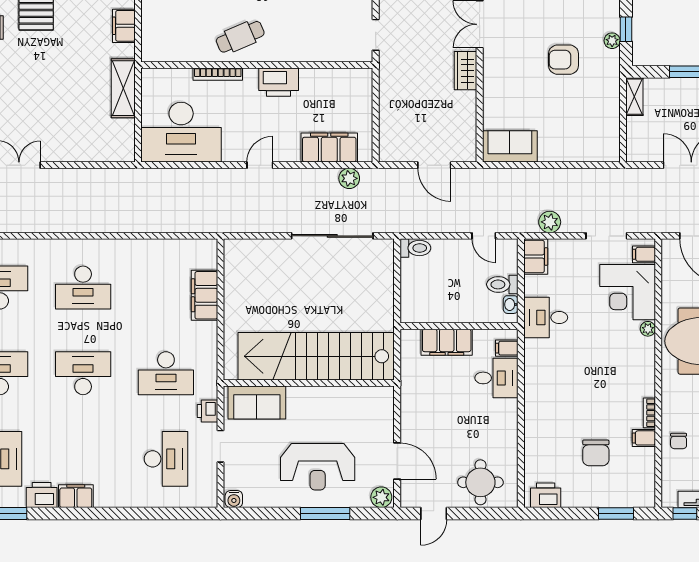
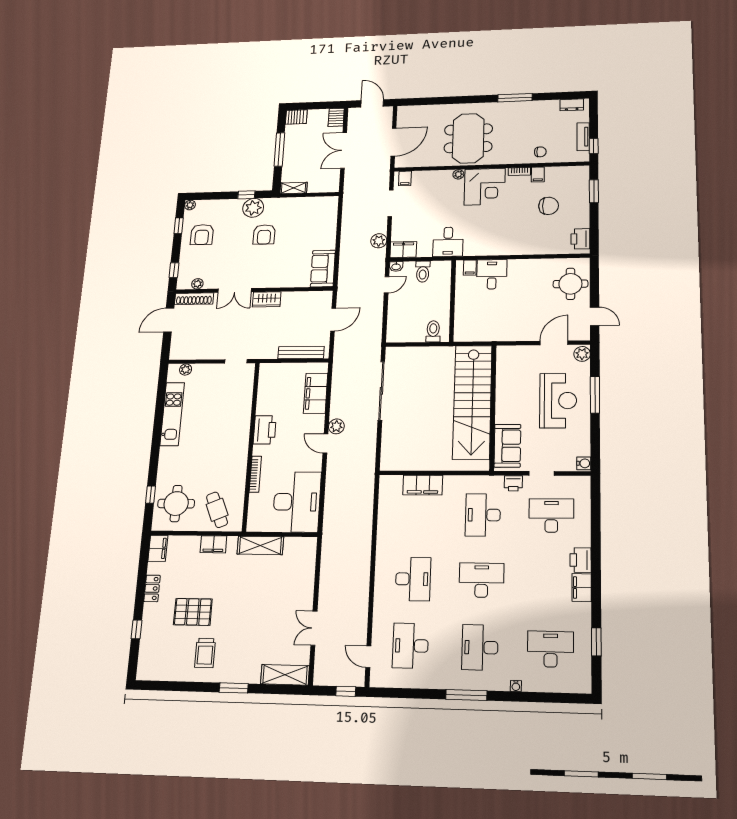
cafe table: (240, 37) -> (217, 510), moved
plant: (612, 41) -> (253, 208), width x1.88, depth x1.88
bench: (387, 124) -> (301, 353), added
plant: (349, 178) -> (336, 426), moved
toilet: (415, 248) -> (433, 331), moved
corner desk: (628, 292) -> (485, 187), moved
washbasin: (511, 305) -> (396, 267), moved
filing cabinet: (447, 342) -> (464, 309), removed
desk: (83, 373) -> (481, 580), turned 90
desk: (166, 373) -> (483, 515), turned 180
printer: (42, 495) -> (581, 560), moved

